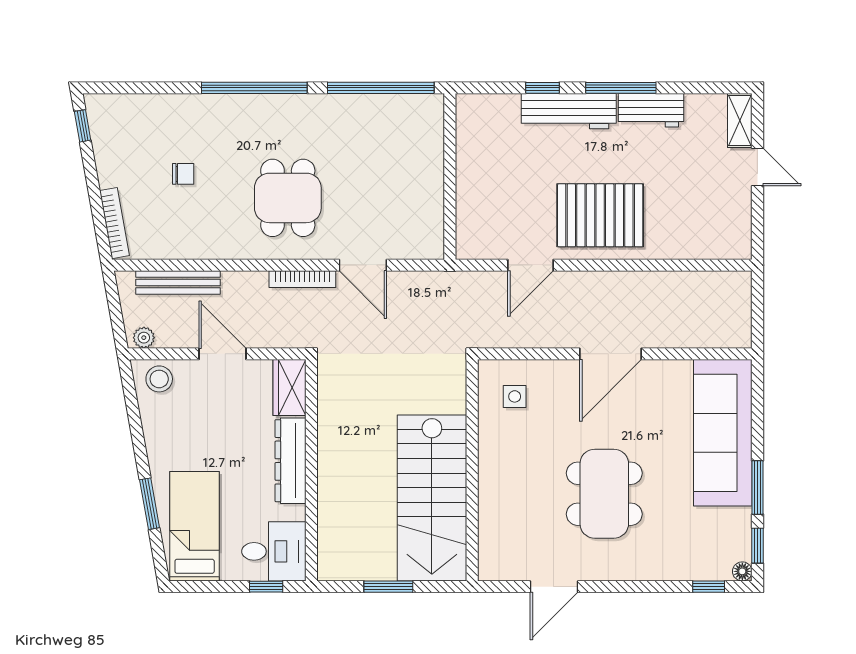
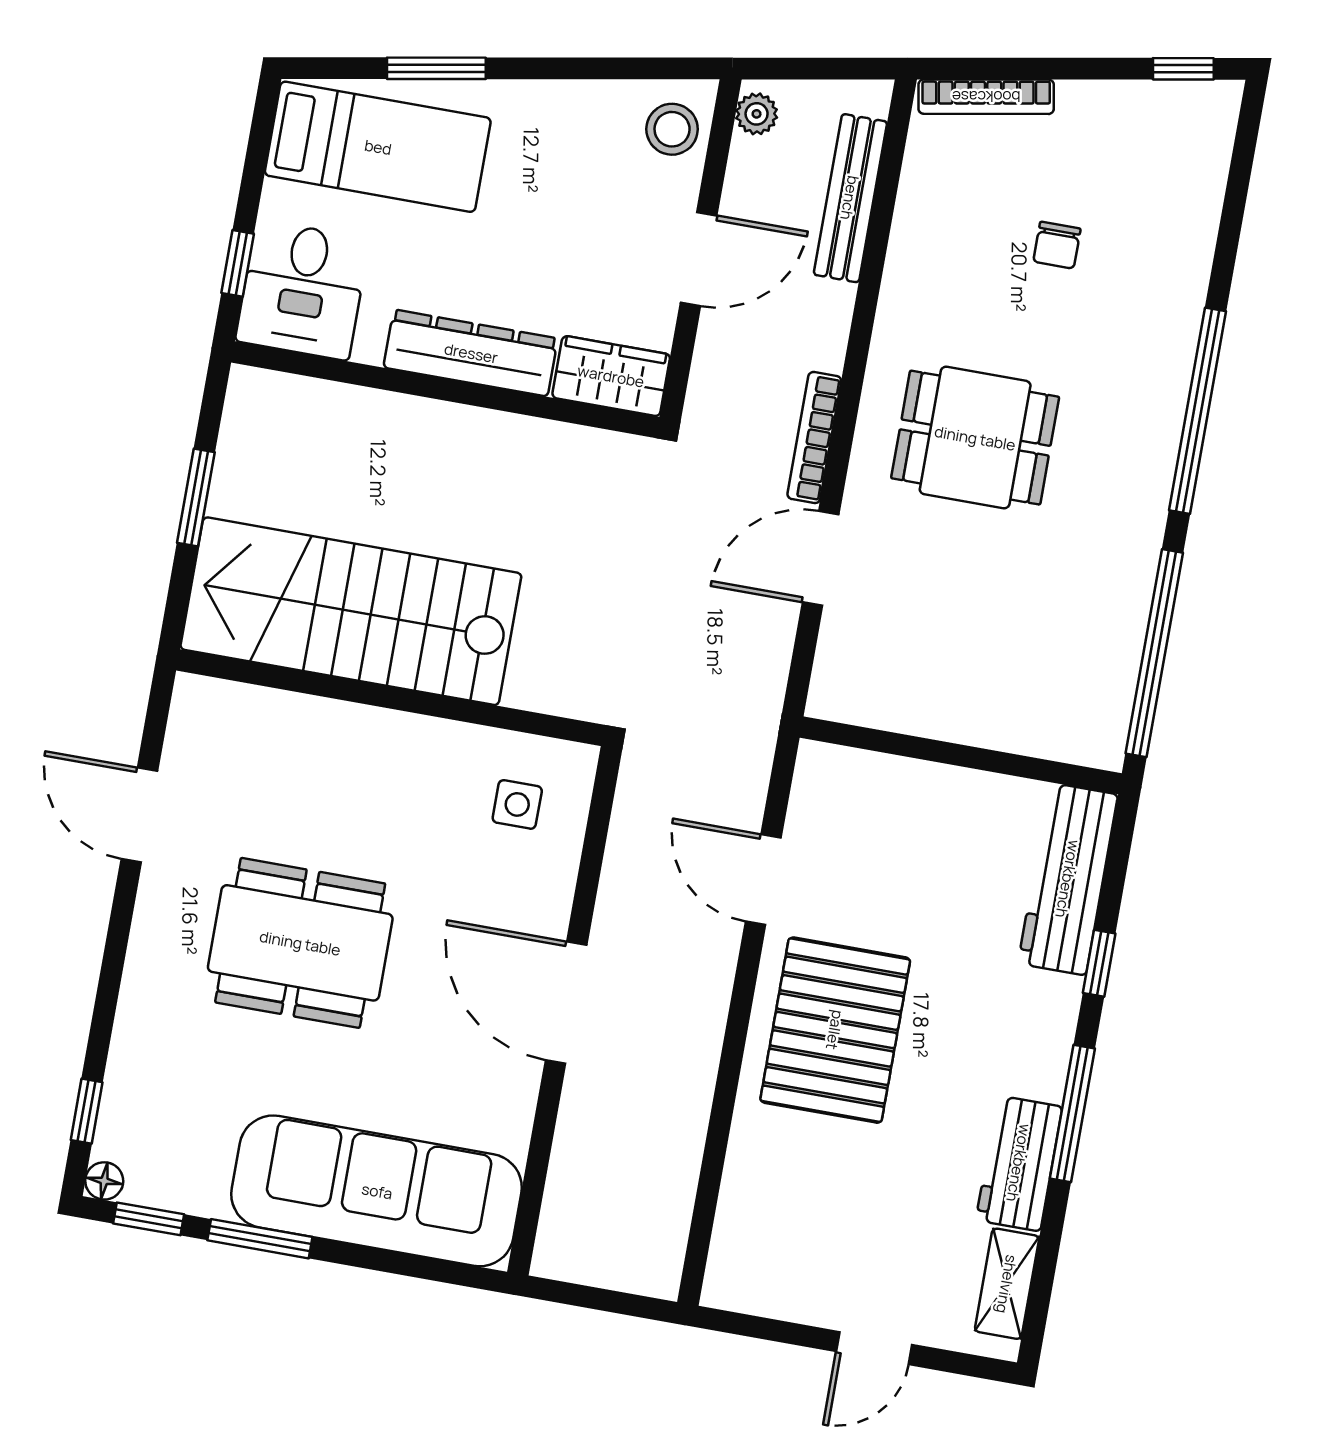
workbench: (569, 111) -> (1068, 879), moved
shelving: (740, 120) -> (1007, 1284), moved, turned 90

